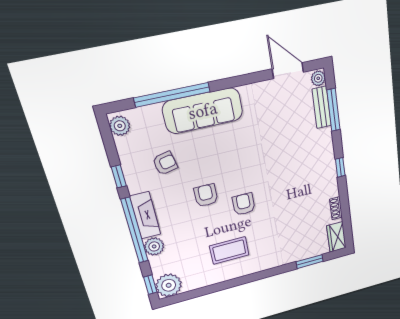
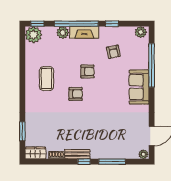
bench: (322, 107) -> (77, 154), moved
window: (333, 110) -> (112, 162), moved
sofa: (203, 111) -> (139, 87), width x0.73

